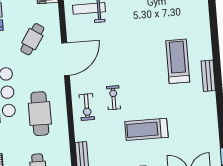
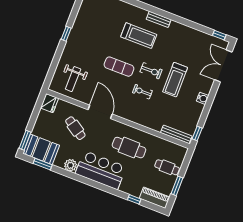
exercise mat: (130, 56) -> (119, 67), added
treadmill: (178, 61) -> (139, 36), turned 180
exercise bike: (87, 107) -> (151, 71), moved

